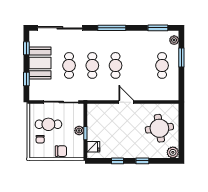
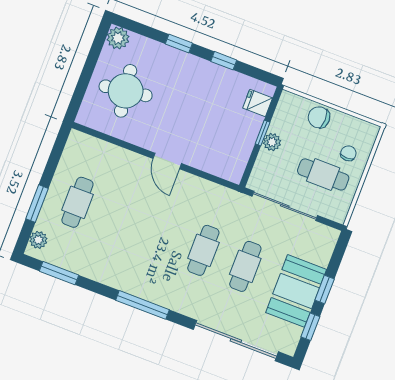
cafe table: (116, 65) -> (161, 234), removed
window: (26, 79) -> (325, 290), moved

